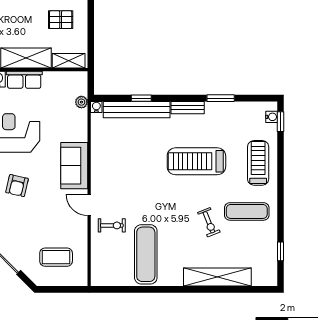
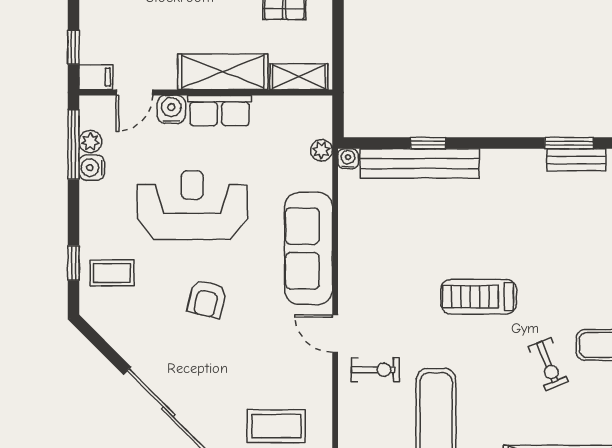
bench: (188, 108) -> (576, 160), moved
treadmill: (196, 161) -> (479, 297), moved, width x0.73, depth x0.73
sofa: (74, 166) -> (309, 248), width x1.36

